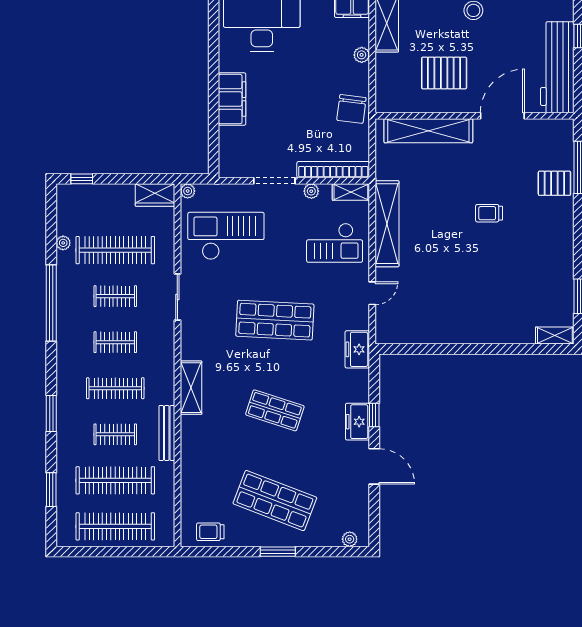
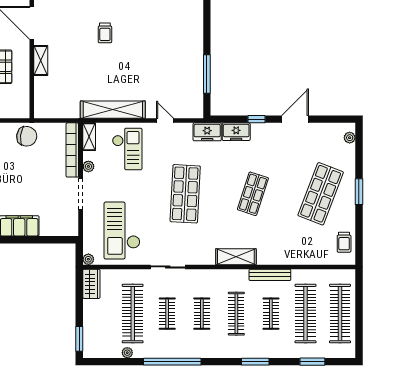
shelving: (428, 131) -> (41, 60), width x0.45, depth x0.75
window: (82, 179) -> (79, 339), width x1.50
window: (434, 349) -> (207, 74), added
freezer: (357, 422) -> (236, 132), moved

